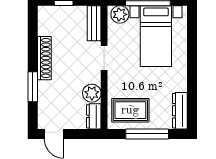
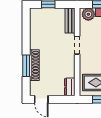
shoe rack: (44, 58) -> (34, 65), moved
plant: (92, 93) -> (68, 70), removed

